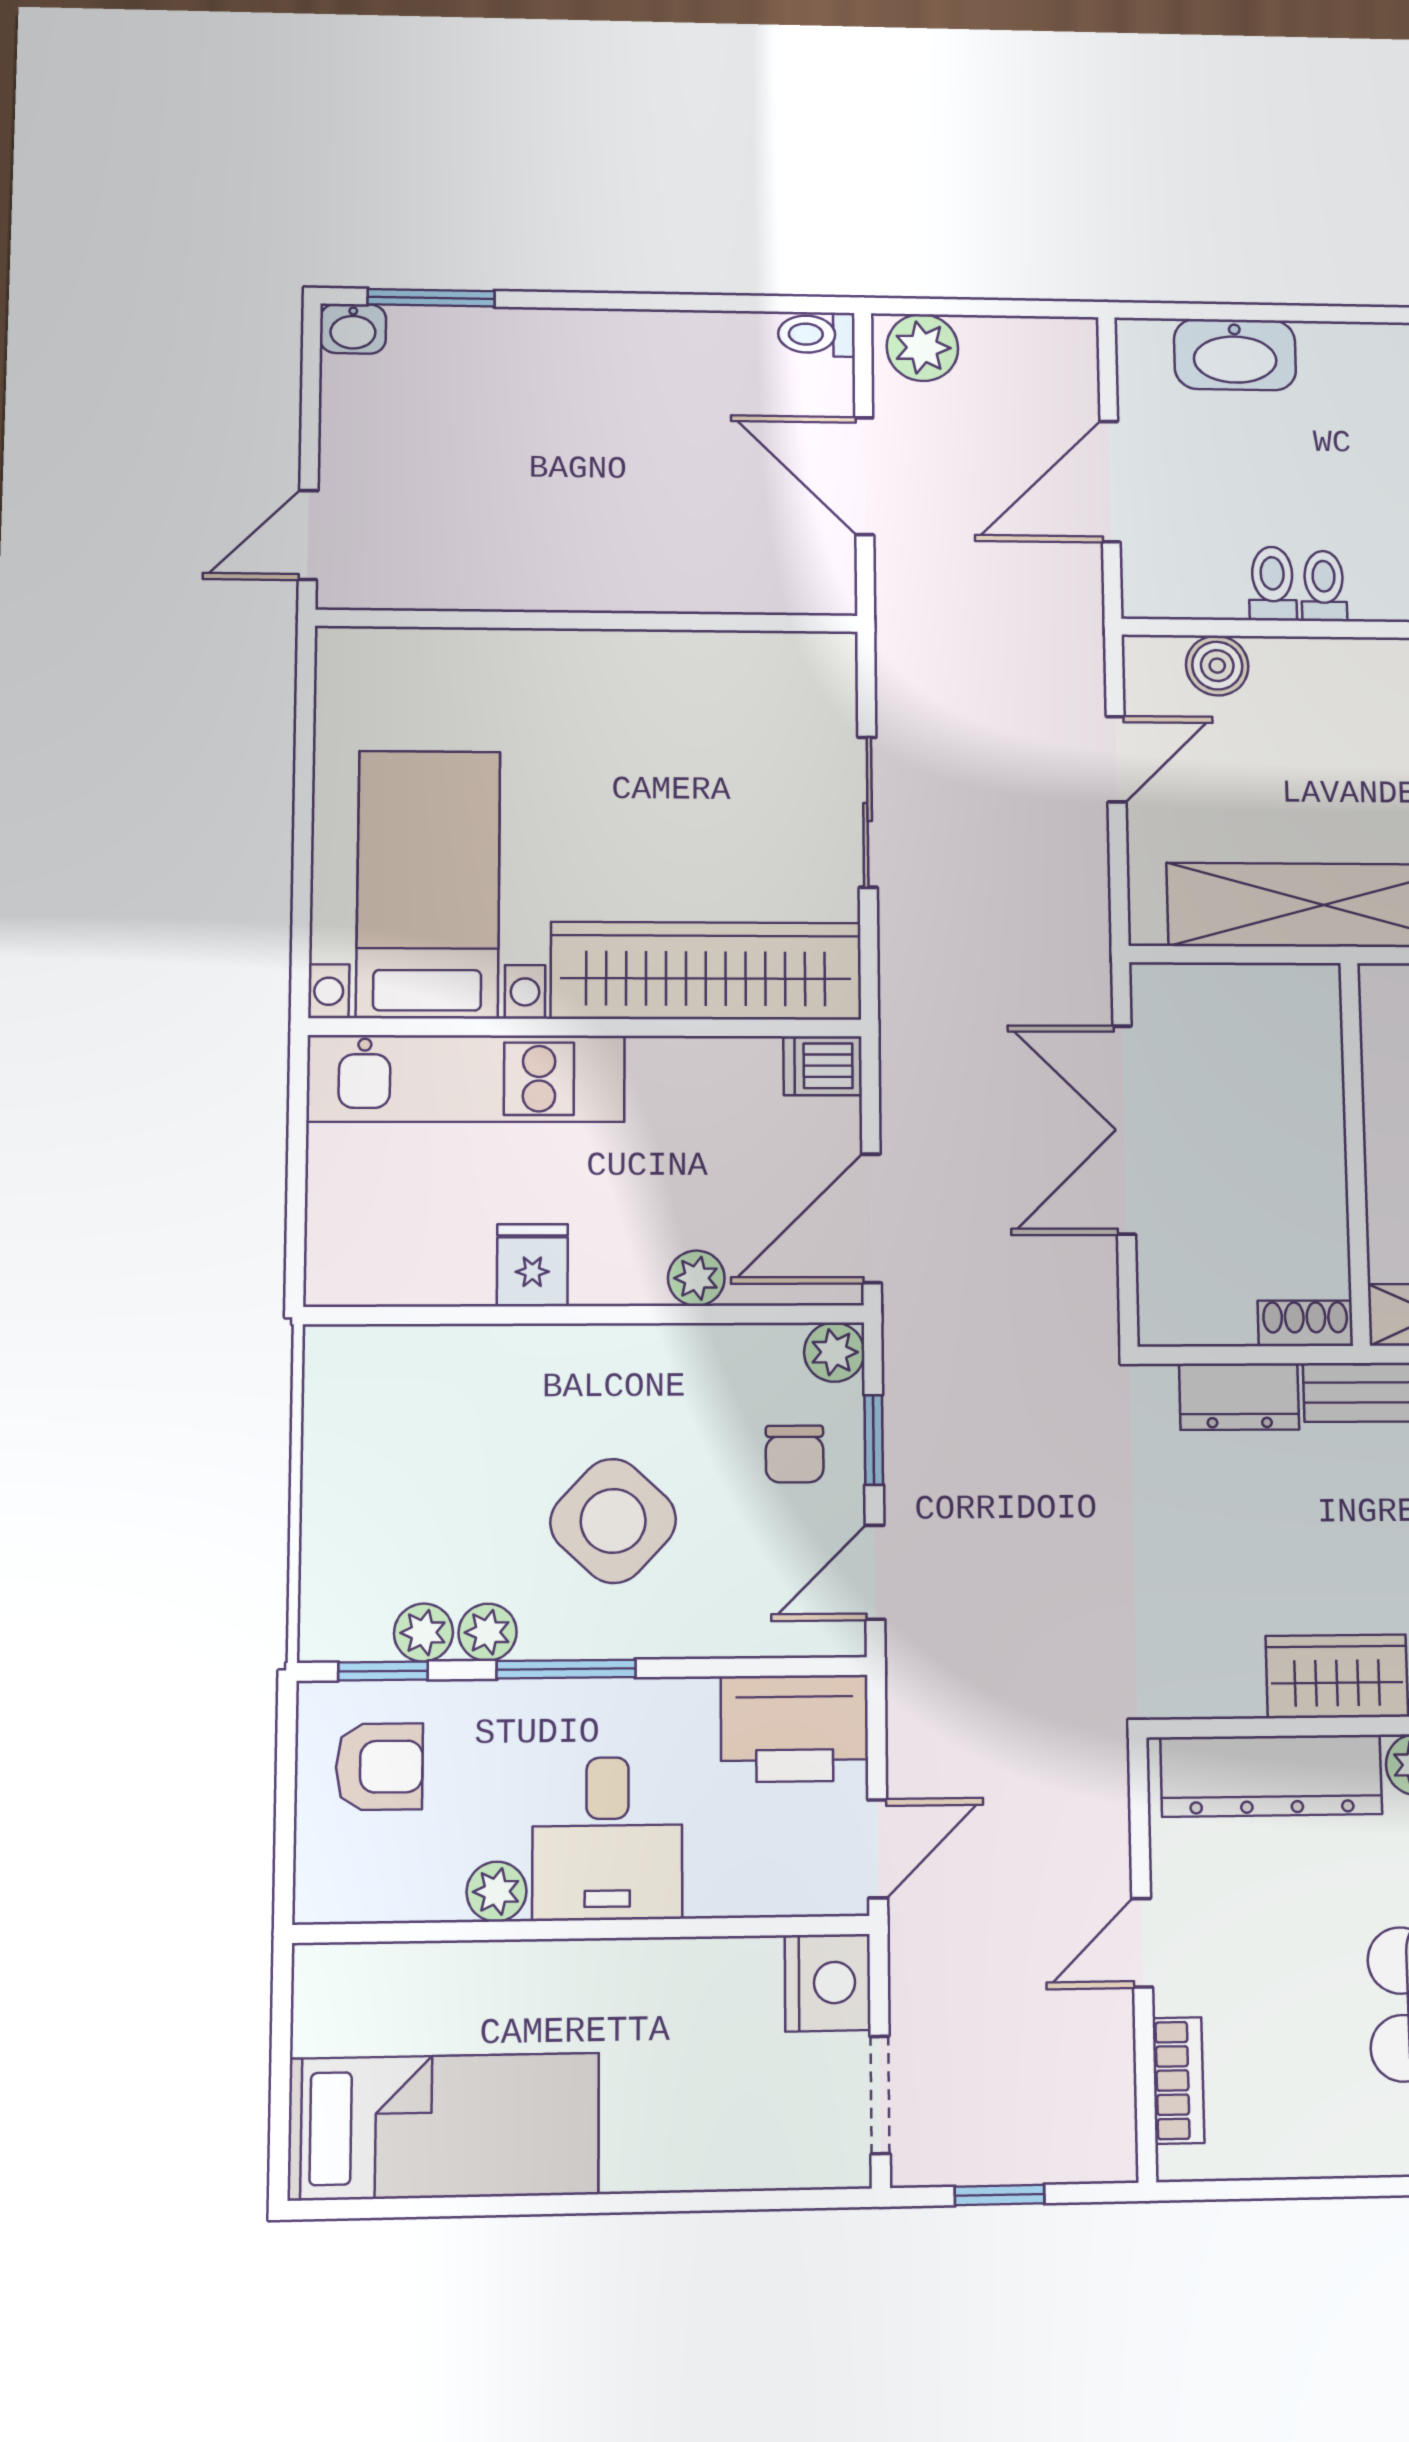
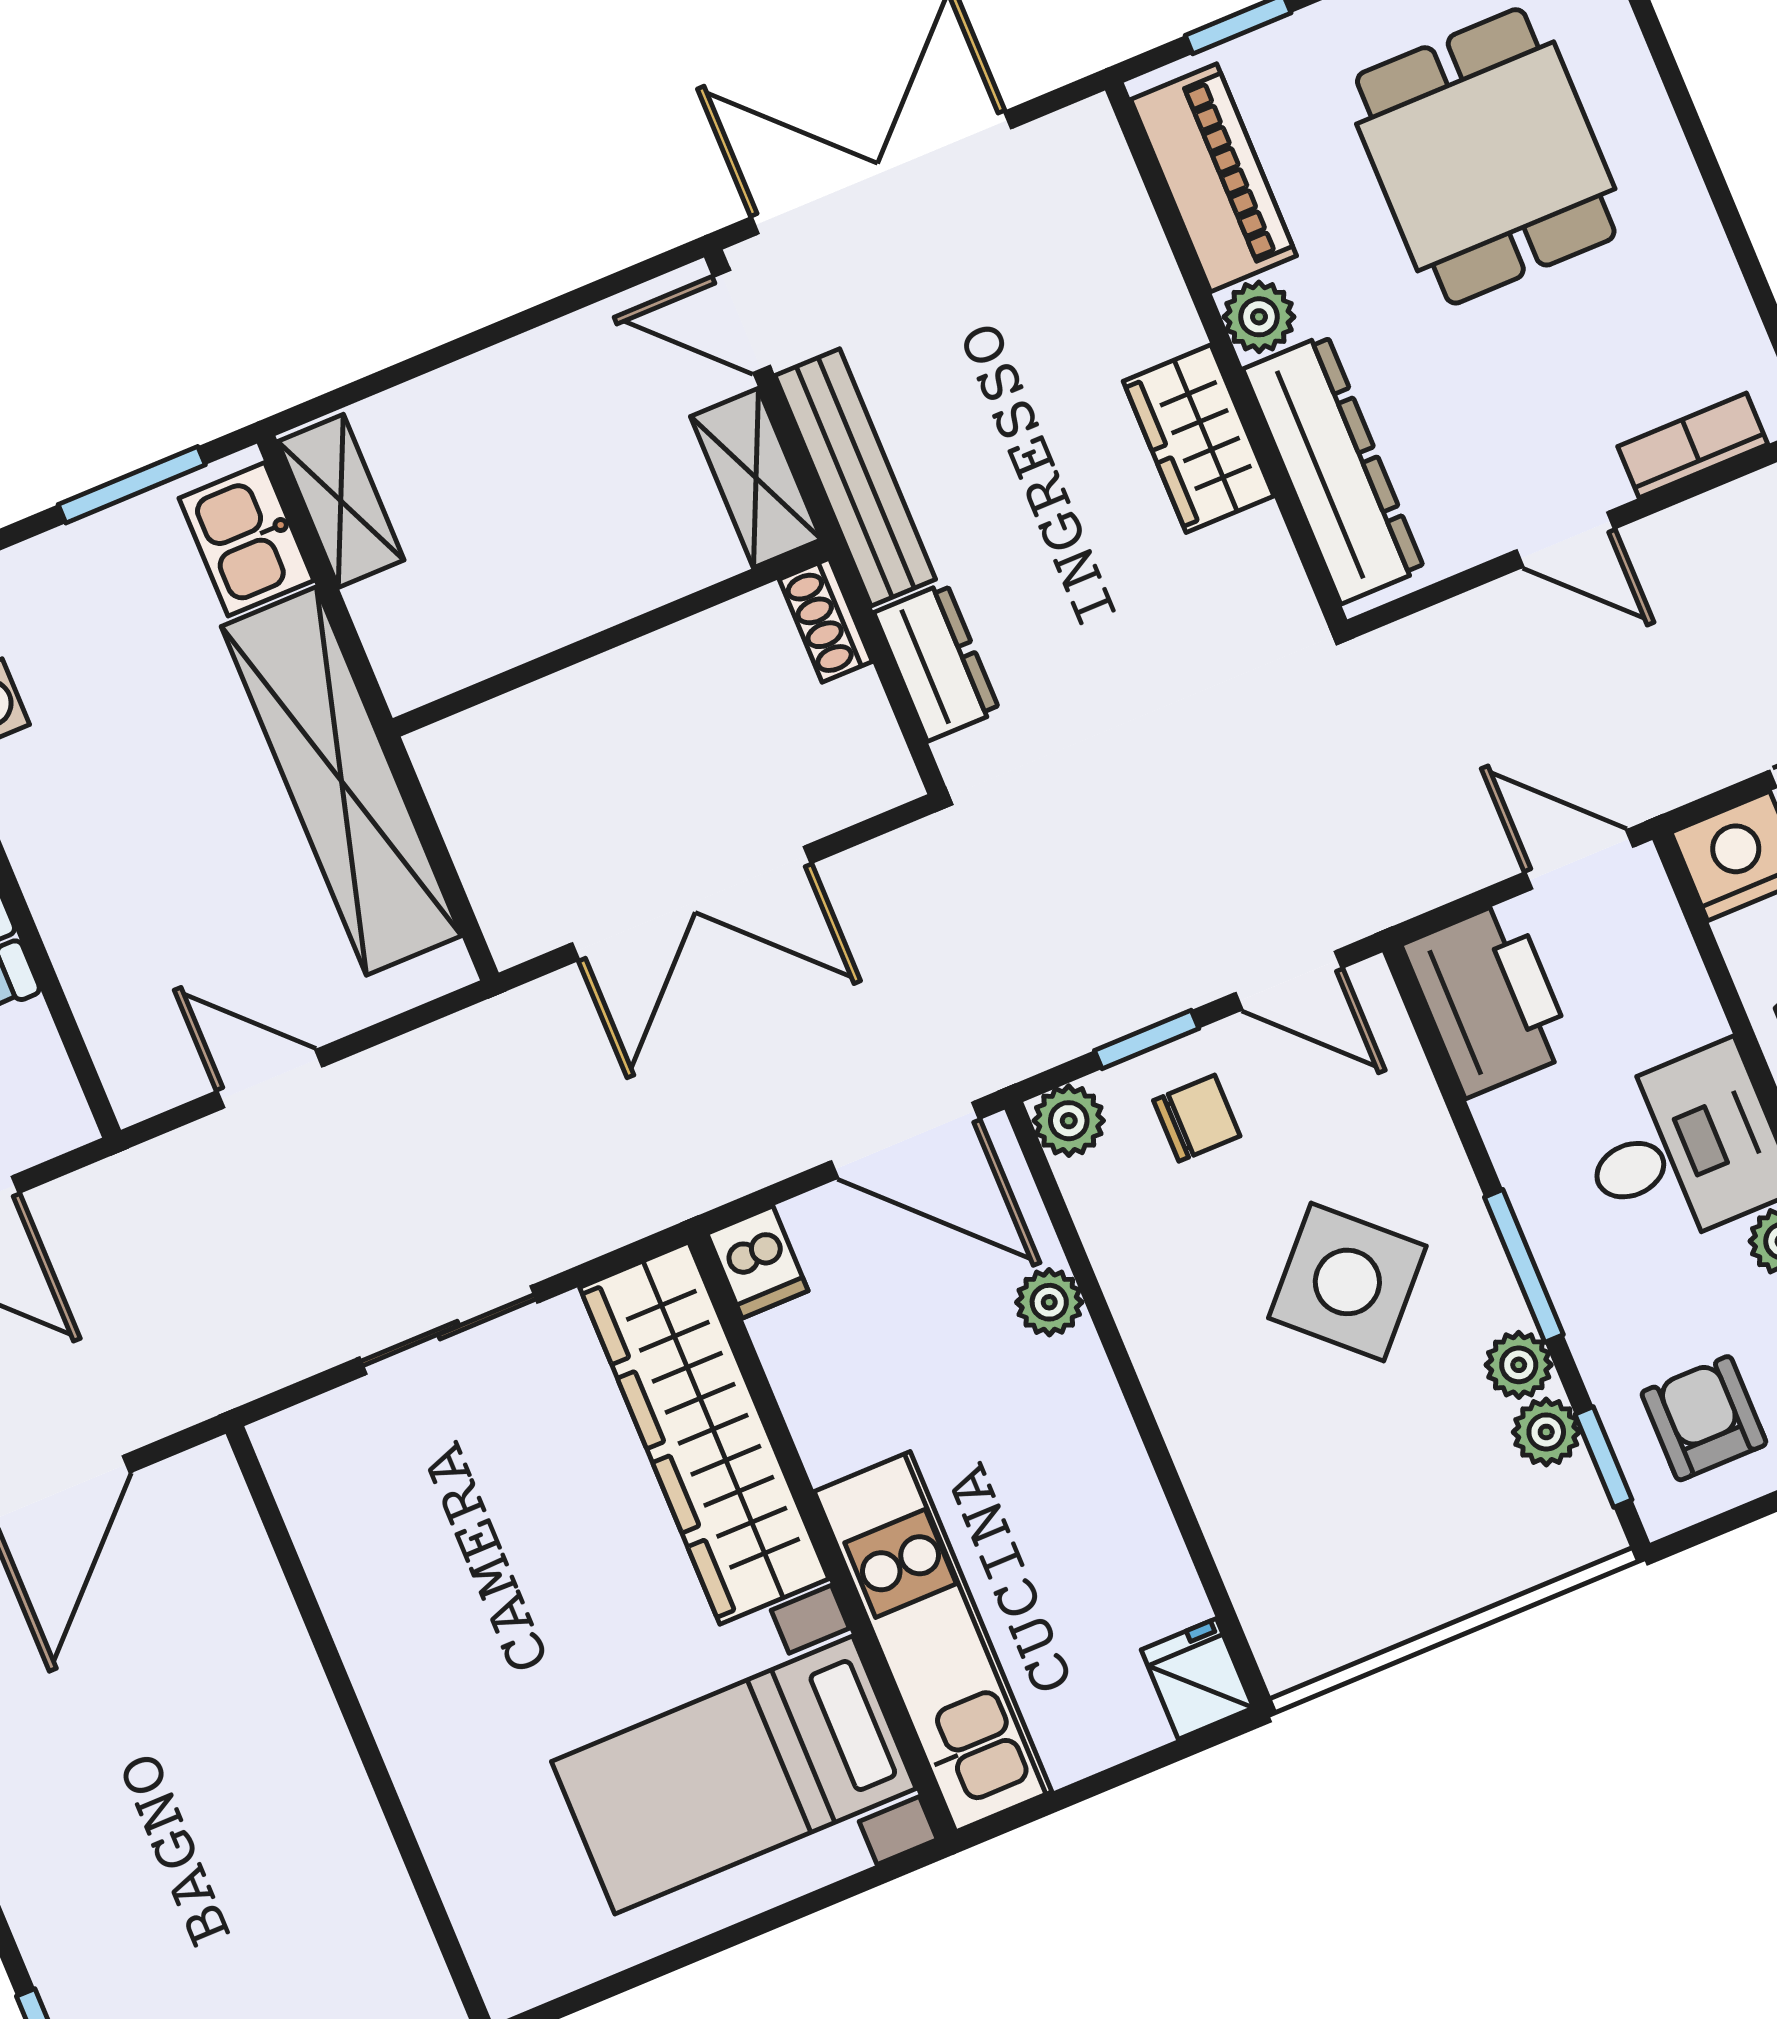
boiler: (1217, 666) -> (111, 1008), removed
fridge: (532, 1265) -> (1197, 1679), moved, turned 90

